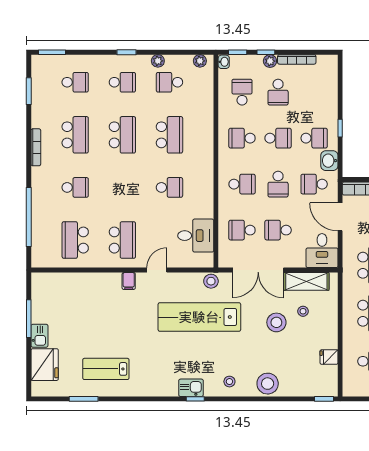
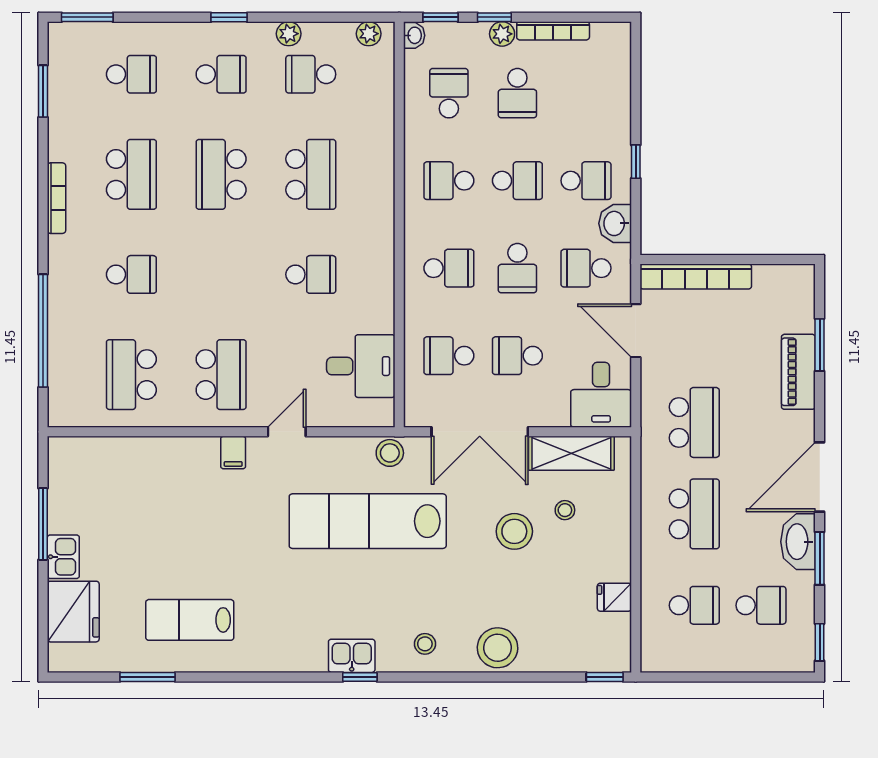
school desk: (122, 135) -> (221, 174), turned 180

